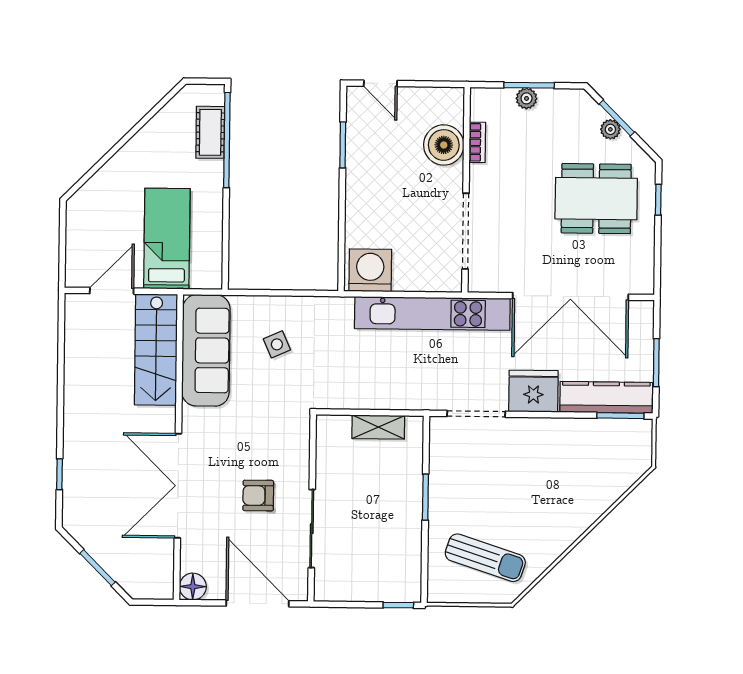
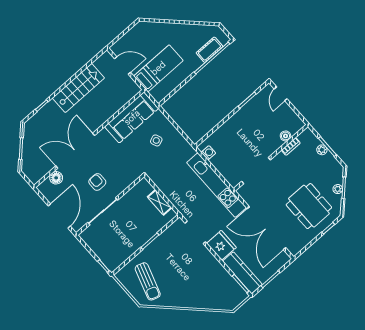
boiler: (444, 145) -> (286, 136), width x0.54, depth x0.54
washing machine: (370, 270) -> (208, 153), width x0.53, depth x0.53
stairs: (156, 350) -> (78, 88), moved, turned 180
floor lamp: (193, 587) -> (56, 178), moved

